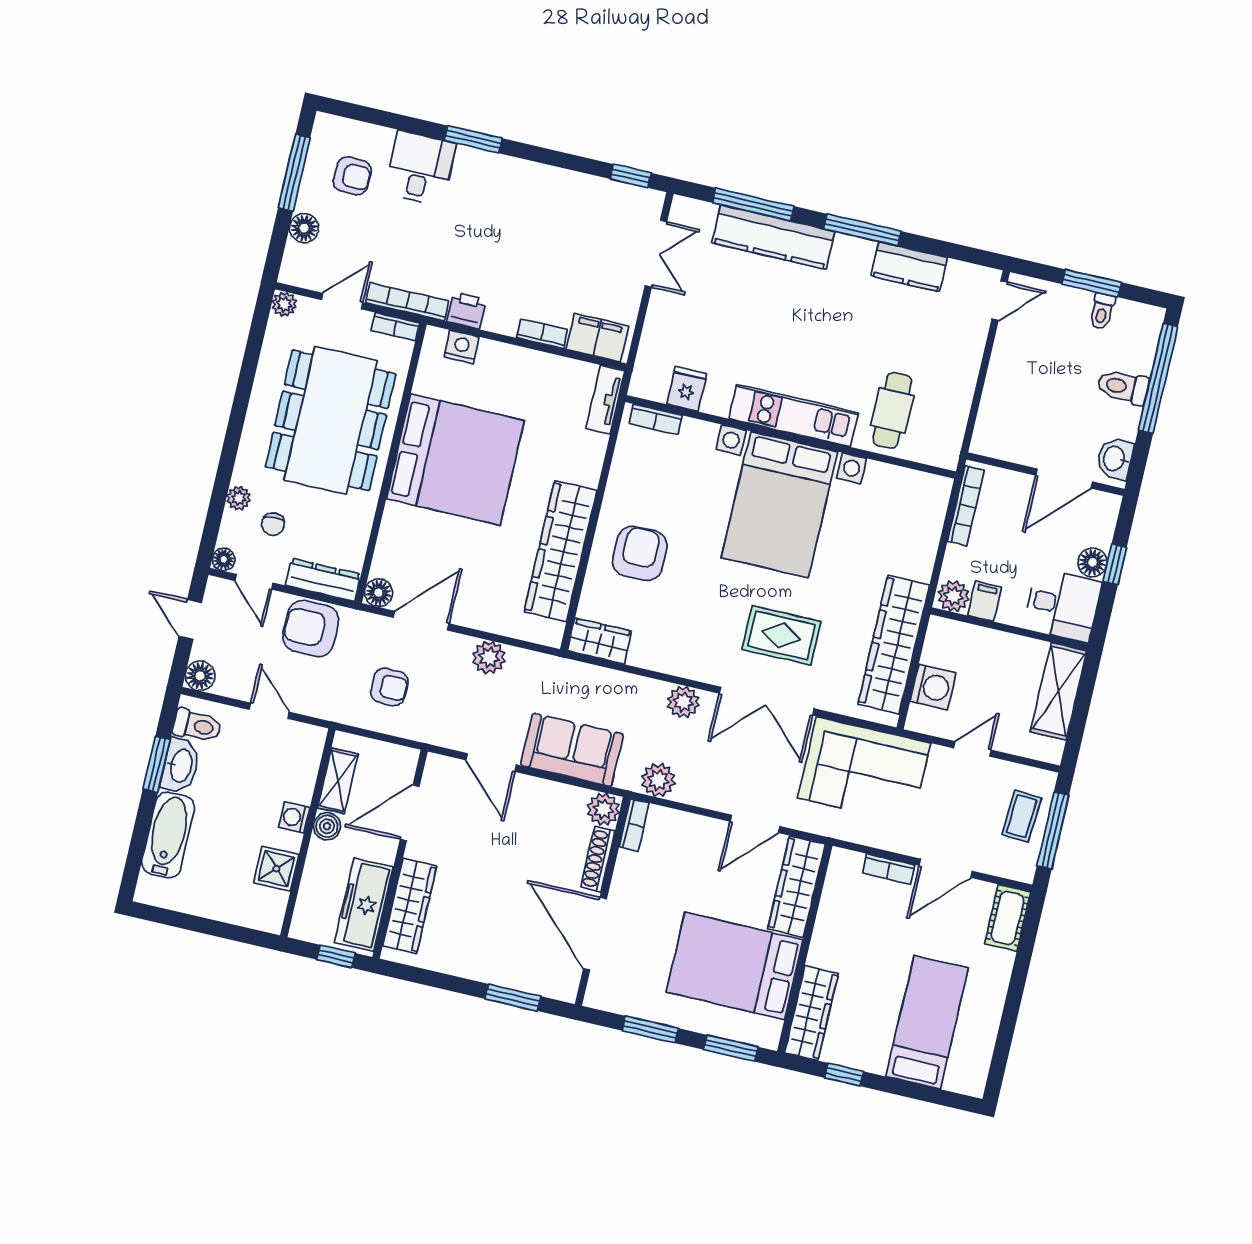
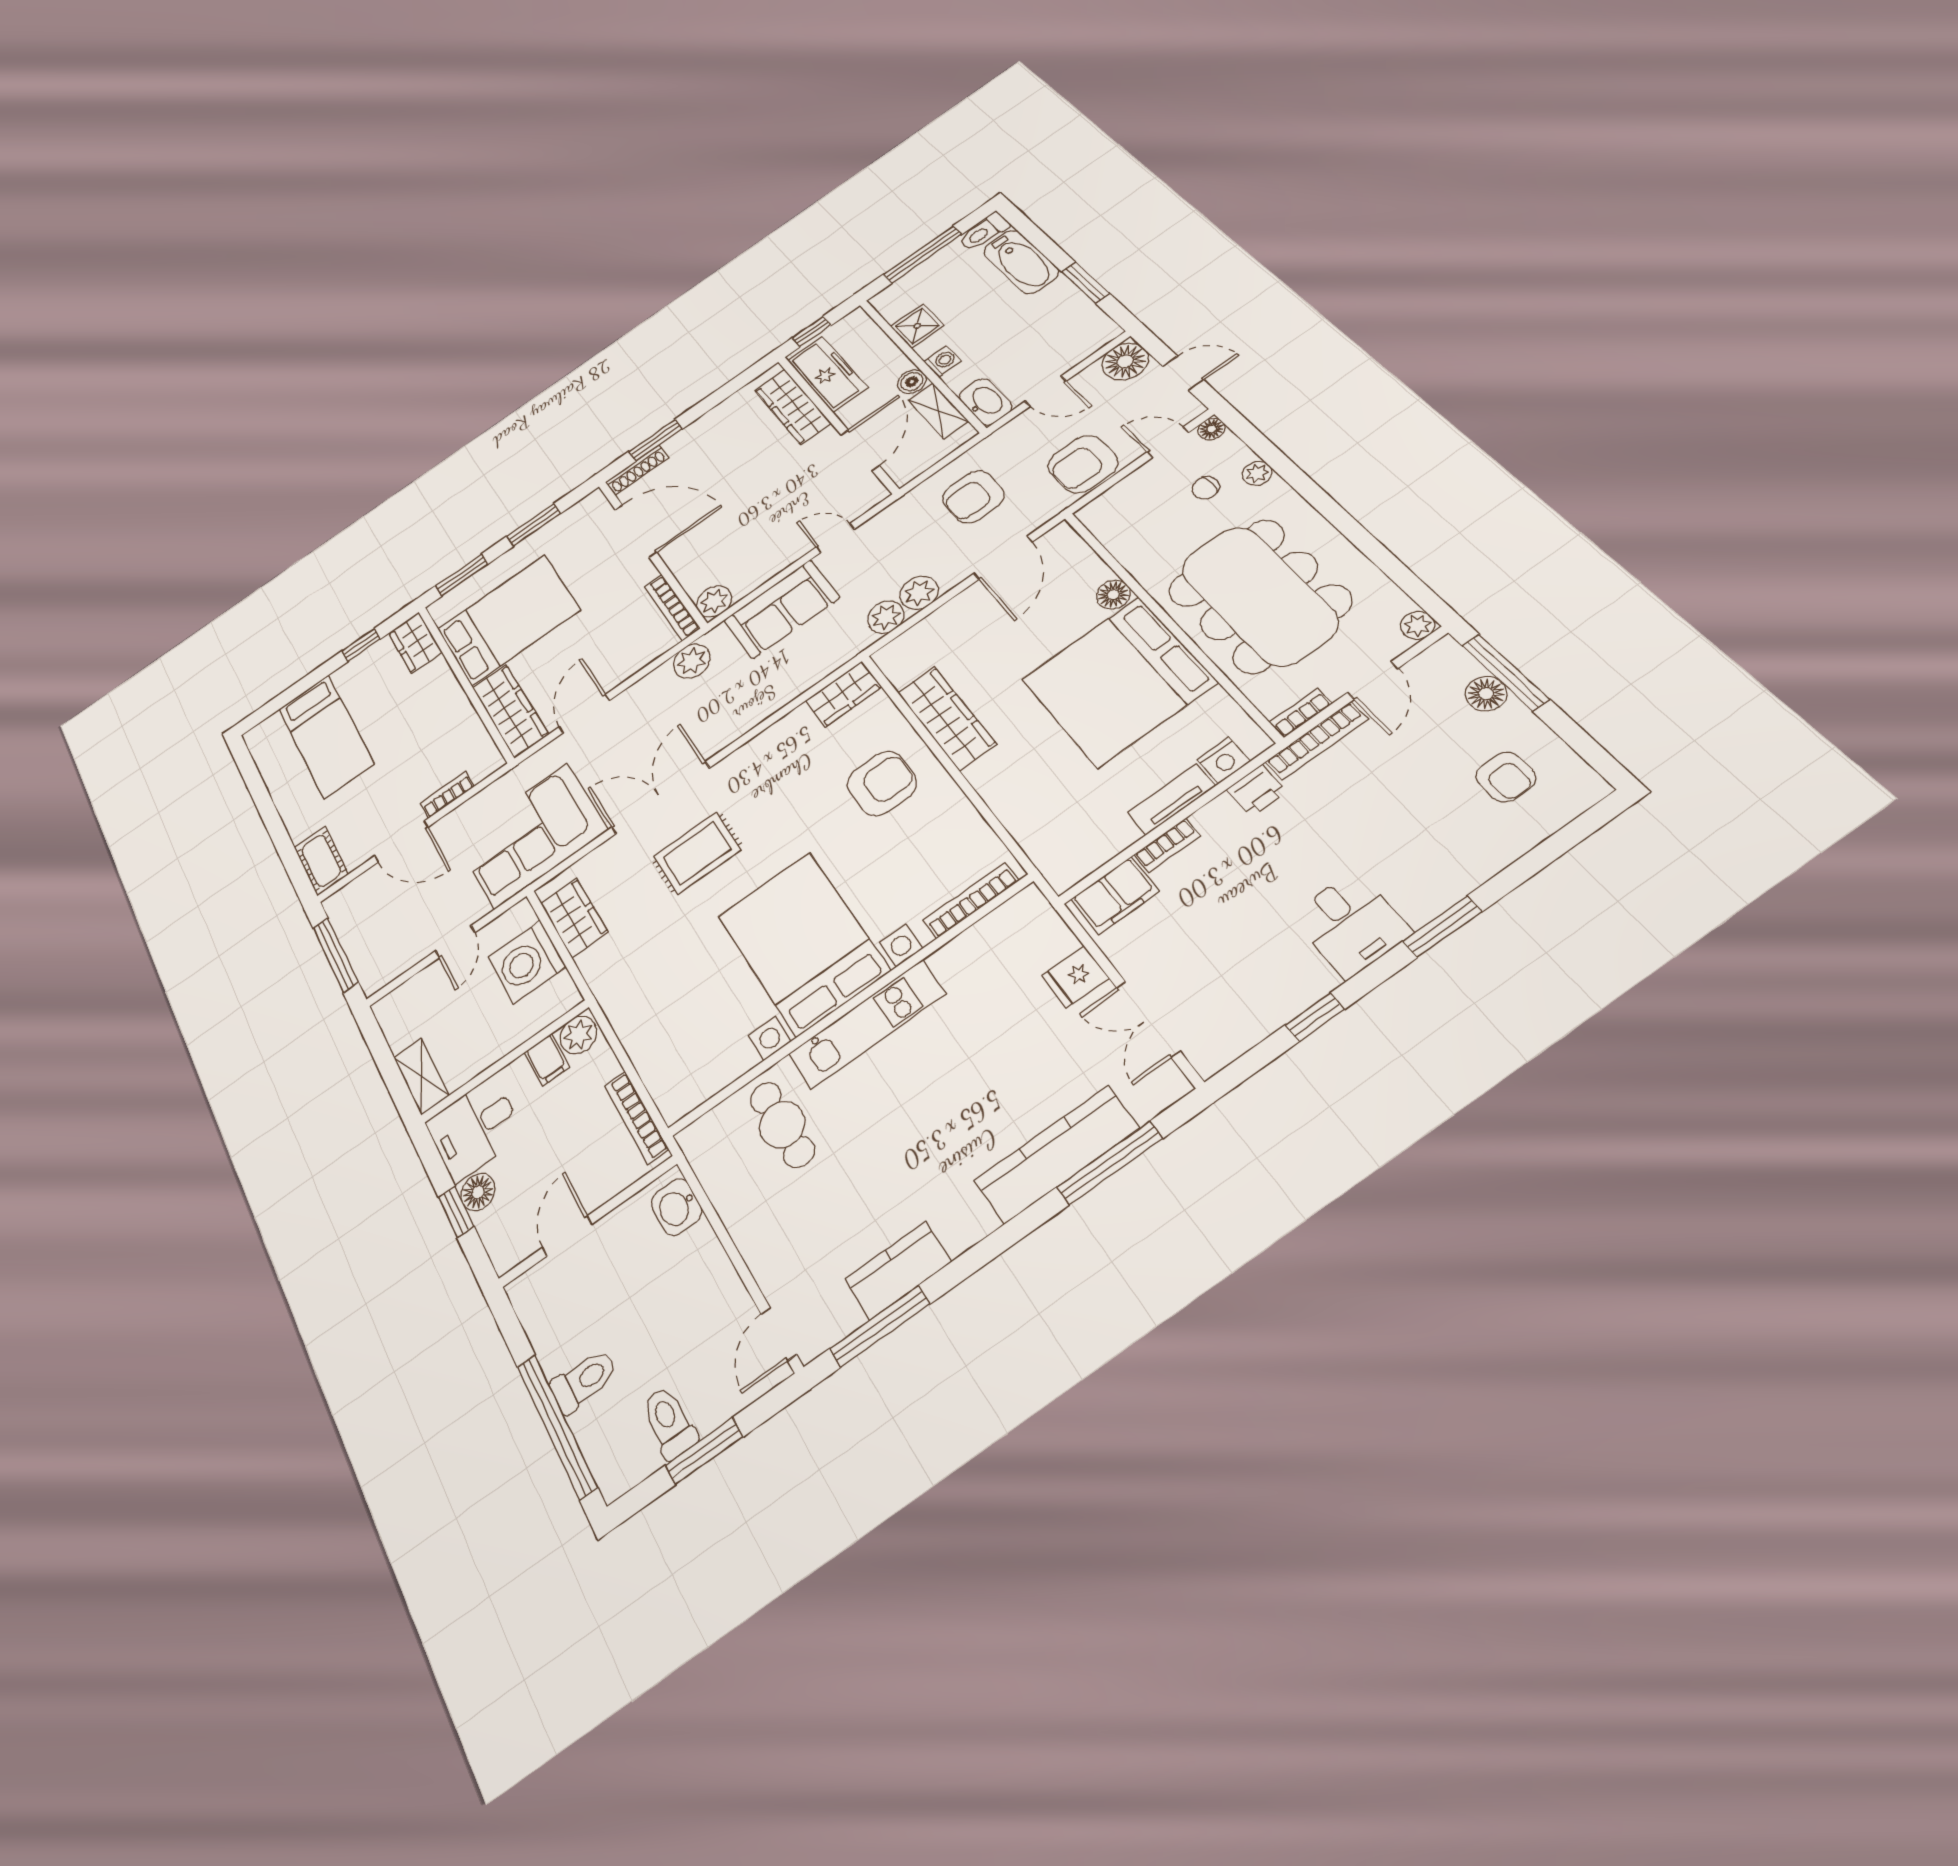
desk: (420, 168) -> (1351, 924), moved
window: (294, 173) -> (1505, 672), moved
armchair: (352, 176) -> (1506, 777), turned -91
window: (631, 176) -> (1315, 1017), moved
window: (862, 230) -> (880, 1326), moved
toilet: (1102, 311) -> (669, 1422), width x1.37, depth x1.39
fridge: (687, 389) -> (1075, 977), moved, turned 90
tv unit: (605, 400) -> (1171, 799), moved, turned -90
bookcase: (656, 419) -> (971, 901), width x1.56
washbasin: (1115, 459) -> (676, 1207), moved, turned 180
door: (1064, 479) -> (567, 1236), width x0.73
chair: (273, 524) -> (1205, 488), turned -90
wardrobe: (561, 551) -> (947, 718), width x0.71, depth x0.85
armchair: (640, 553) -> (882, 783), turned -90
dresser: (323, 580) -> (1116, 499), removed
floor lamp: (379, 593) -> (1113, 595), moved
armchair: (311, 628) -> (1083, 464), turned 180
wardrobe: (894, 644) -> (574, 917), width x0.48, depth x0.85
floor lamp: (200, 676) -> (1125, 361), width x1.38, depth x1.38
armchair: (389, 687) -> (973, 497), width x1.38, depth x1.38
washing machine: (933, 687) -> (527, 962), width x1.37, depth x1.37
shelving: (1059, 691) -> (421, 1076), width x0.67, depth x0.75
plant: (683, 702) -> (886, 617), moved
toilet: (197, 726) -> (984, 232), moved
door: (491, 762) -> (835, 538), width x0.73
washbasin: (180, 766) -> (985, 402), moved, turned 180
coffee table: (1022, 816) -> (371, 938), removed
bookcase: (634, 825) -> (672, 607), width x1.56
shoe rack: (598, 859) -> (637, 470), moved, turned 90
door: (946, 868) -> (401, 841), swing flipped
window: (210, 927) -> (922, 254), added
wardrobe: (811, 1013) -> (415, 643), width x0.67

